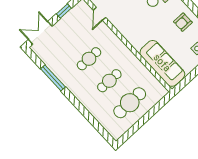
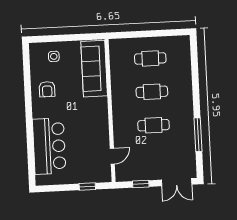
armchair: (183, 22) -> (47, 89), turned 90
cafe table: (130, 103) -> (150, 58), width x0.73, depth x0.74

